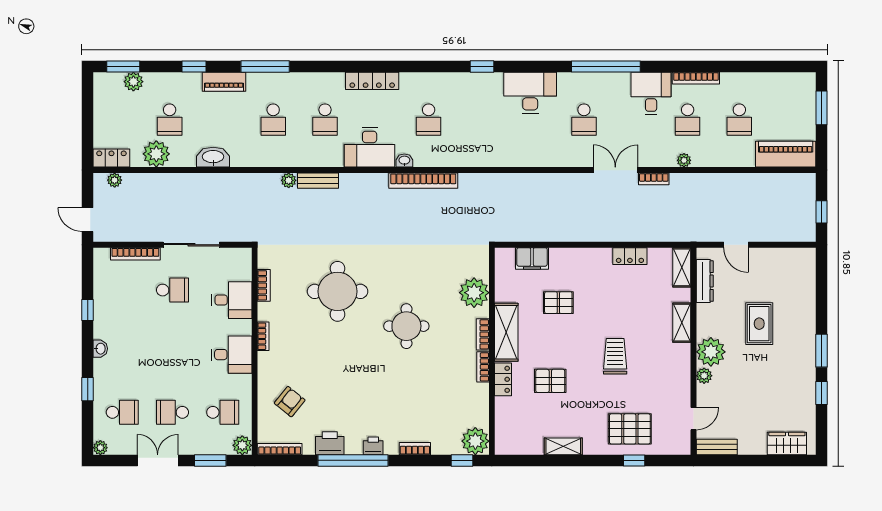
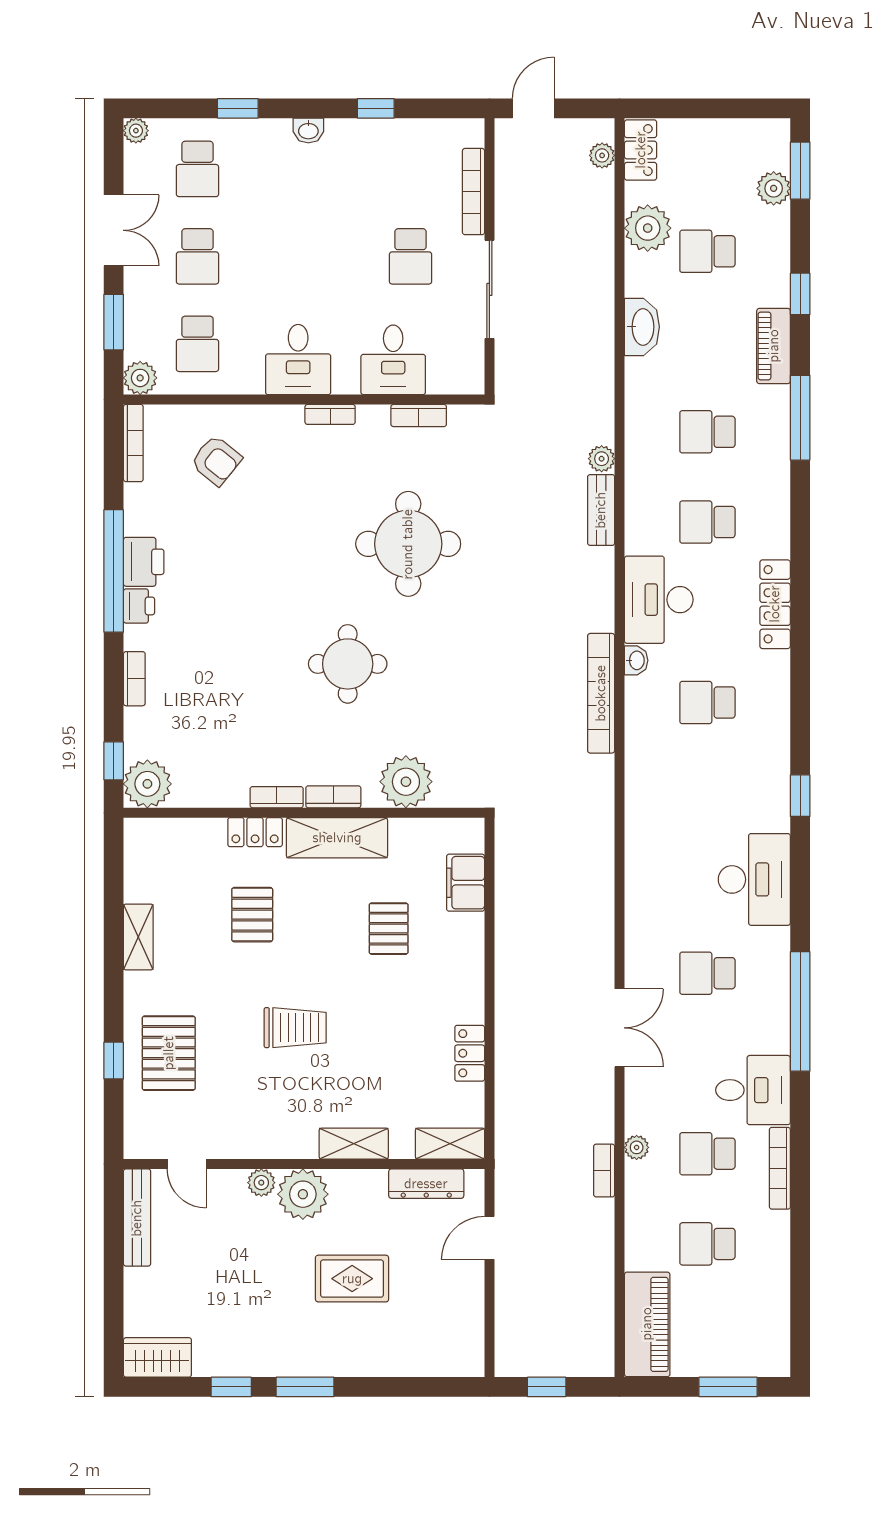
bookcase: (654, 179) -> (604, 1171), moved
school desk: (172, 412) -> (197, 256), turned 180
printer: (330, 443) -> (144, 562), moved
wardrobe: (787, 444) -> (157, 1357), moved, turned -90
bench: (717, 447) -> (137, 1218), width x1.36

